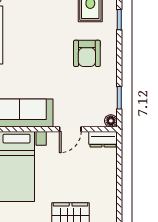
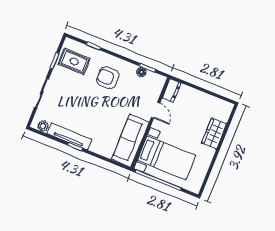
armchair: (87, 53) -> (108, 78), turned 180
floor lamp: (111, 121) -> (141, 72), moved

